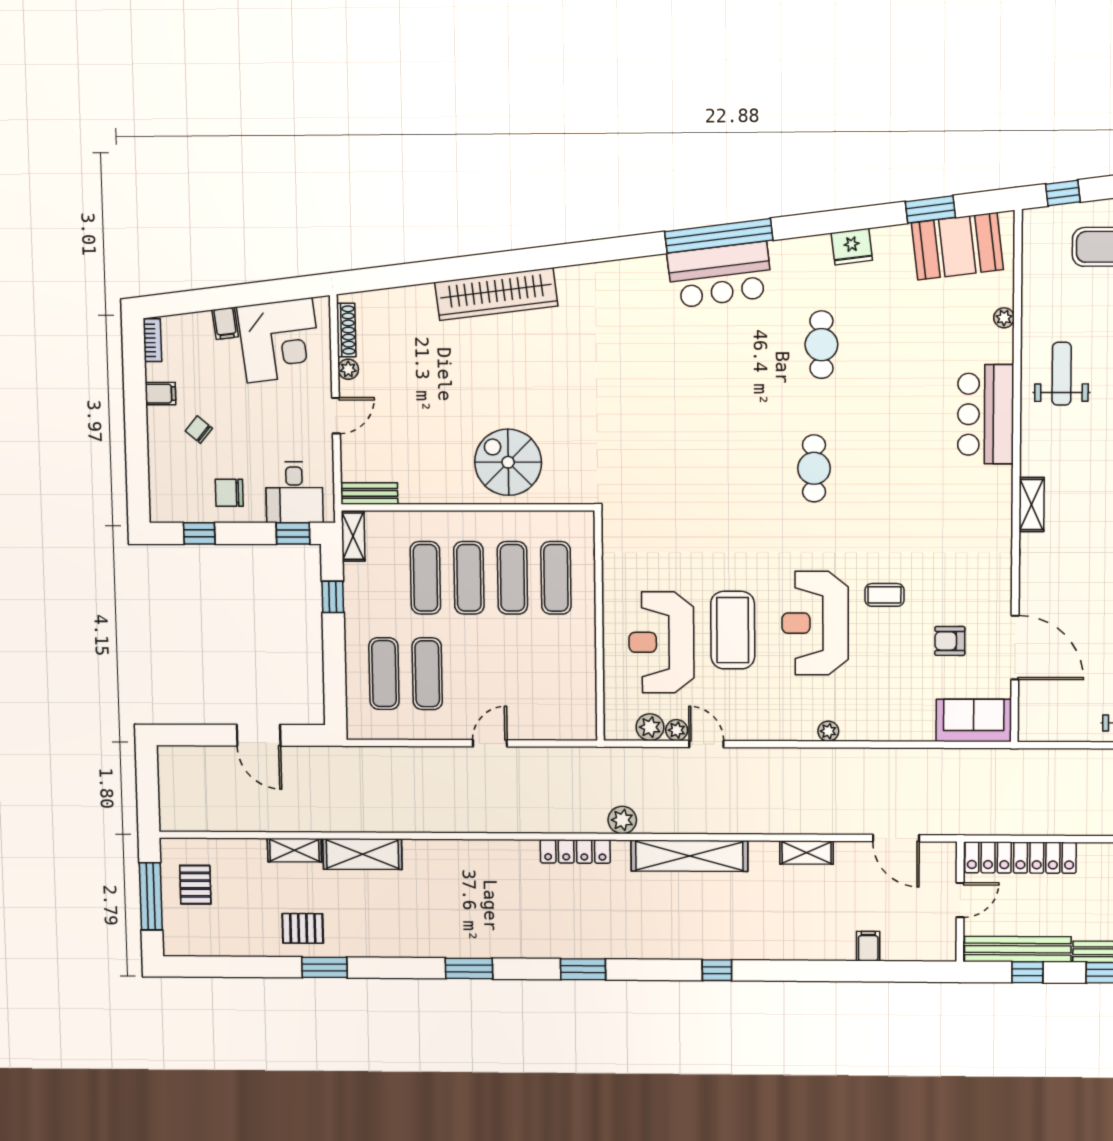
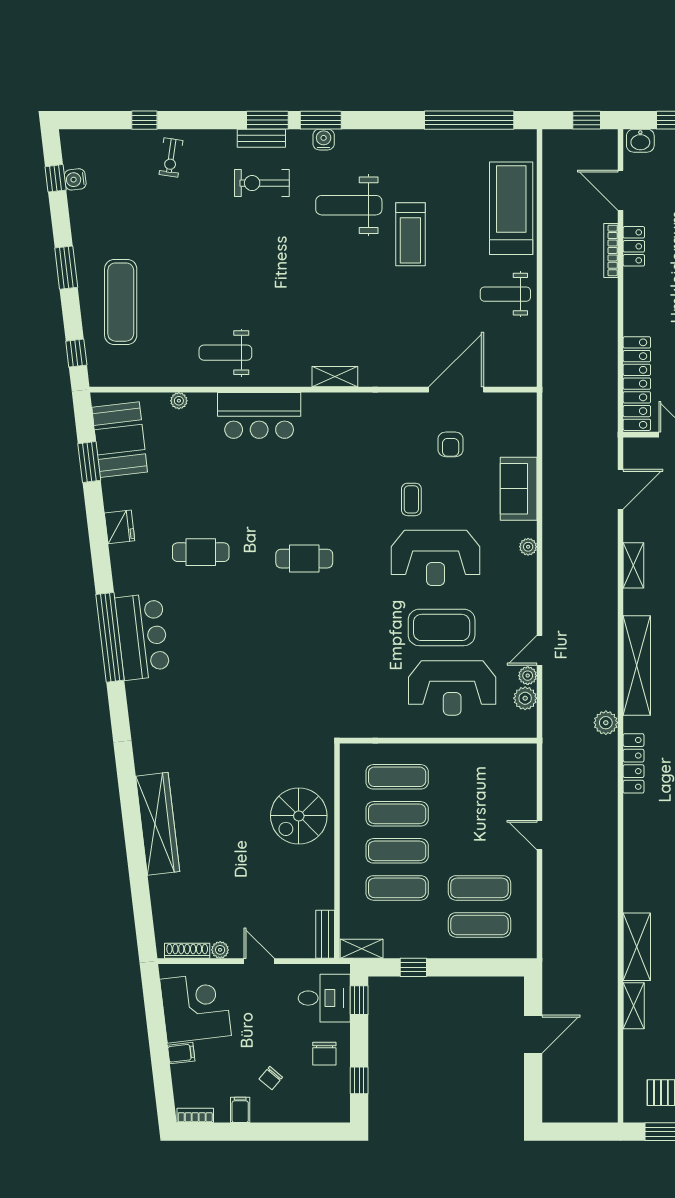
sofa: (974, 720) -> (519, 489), moved

